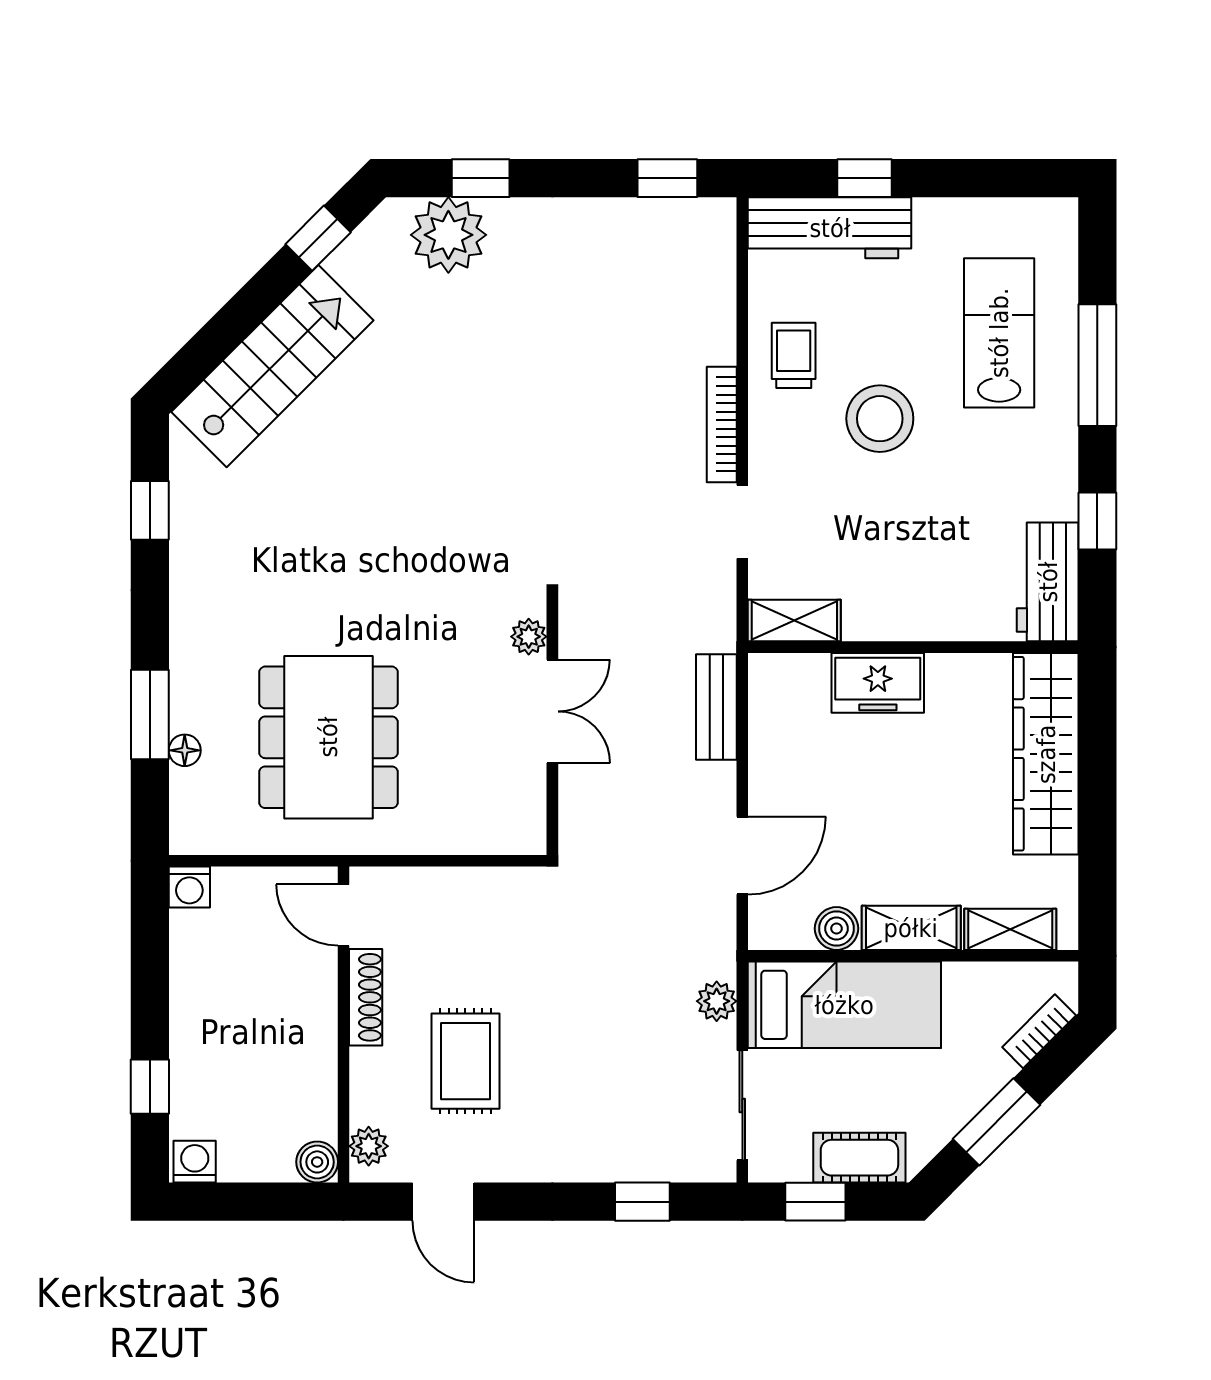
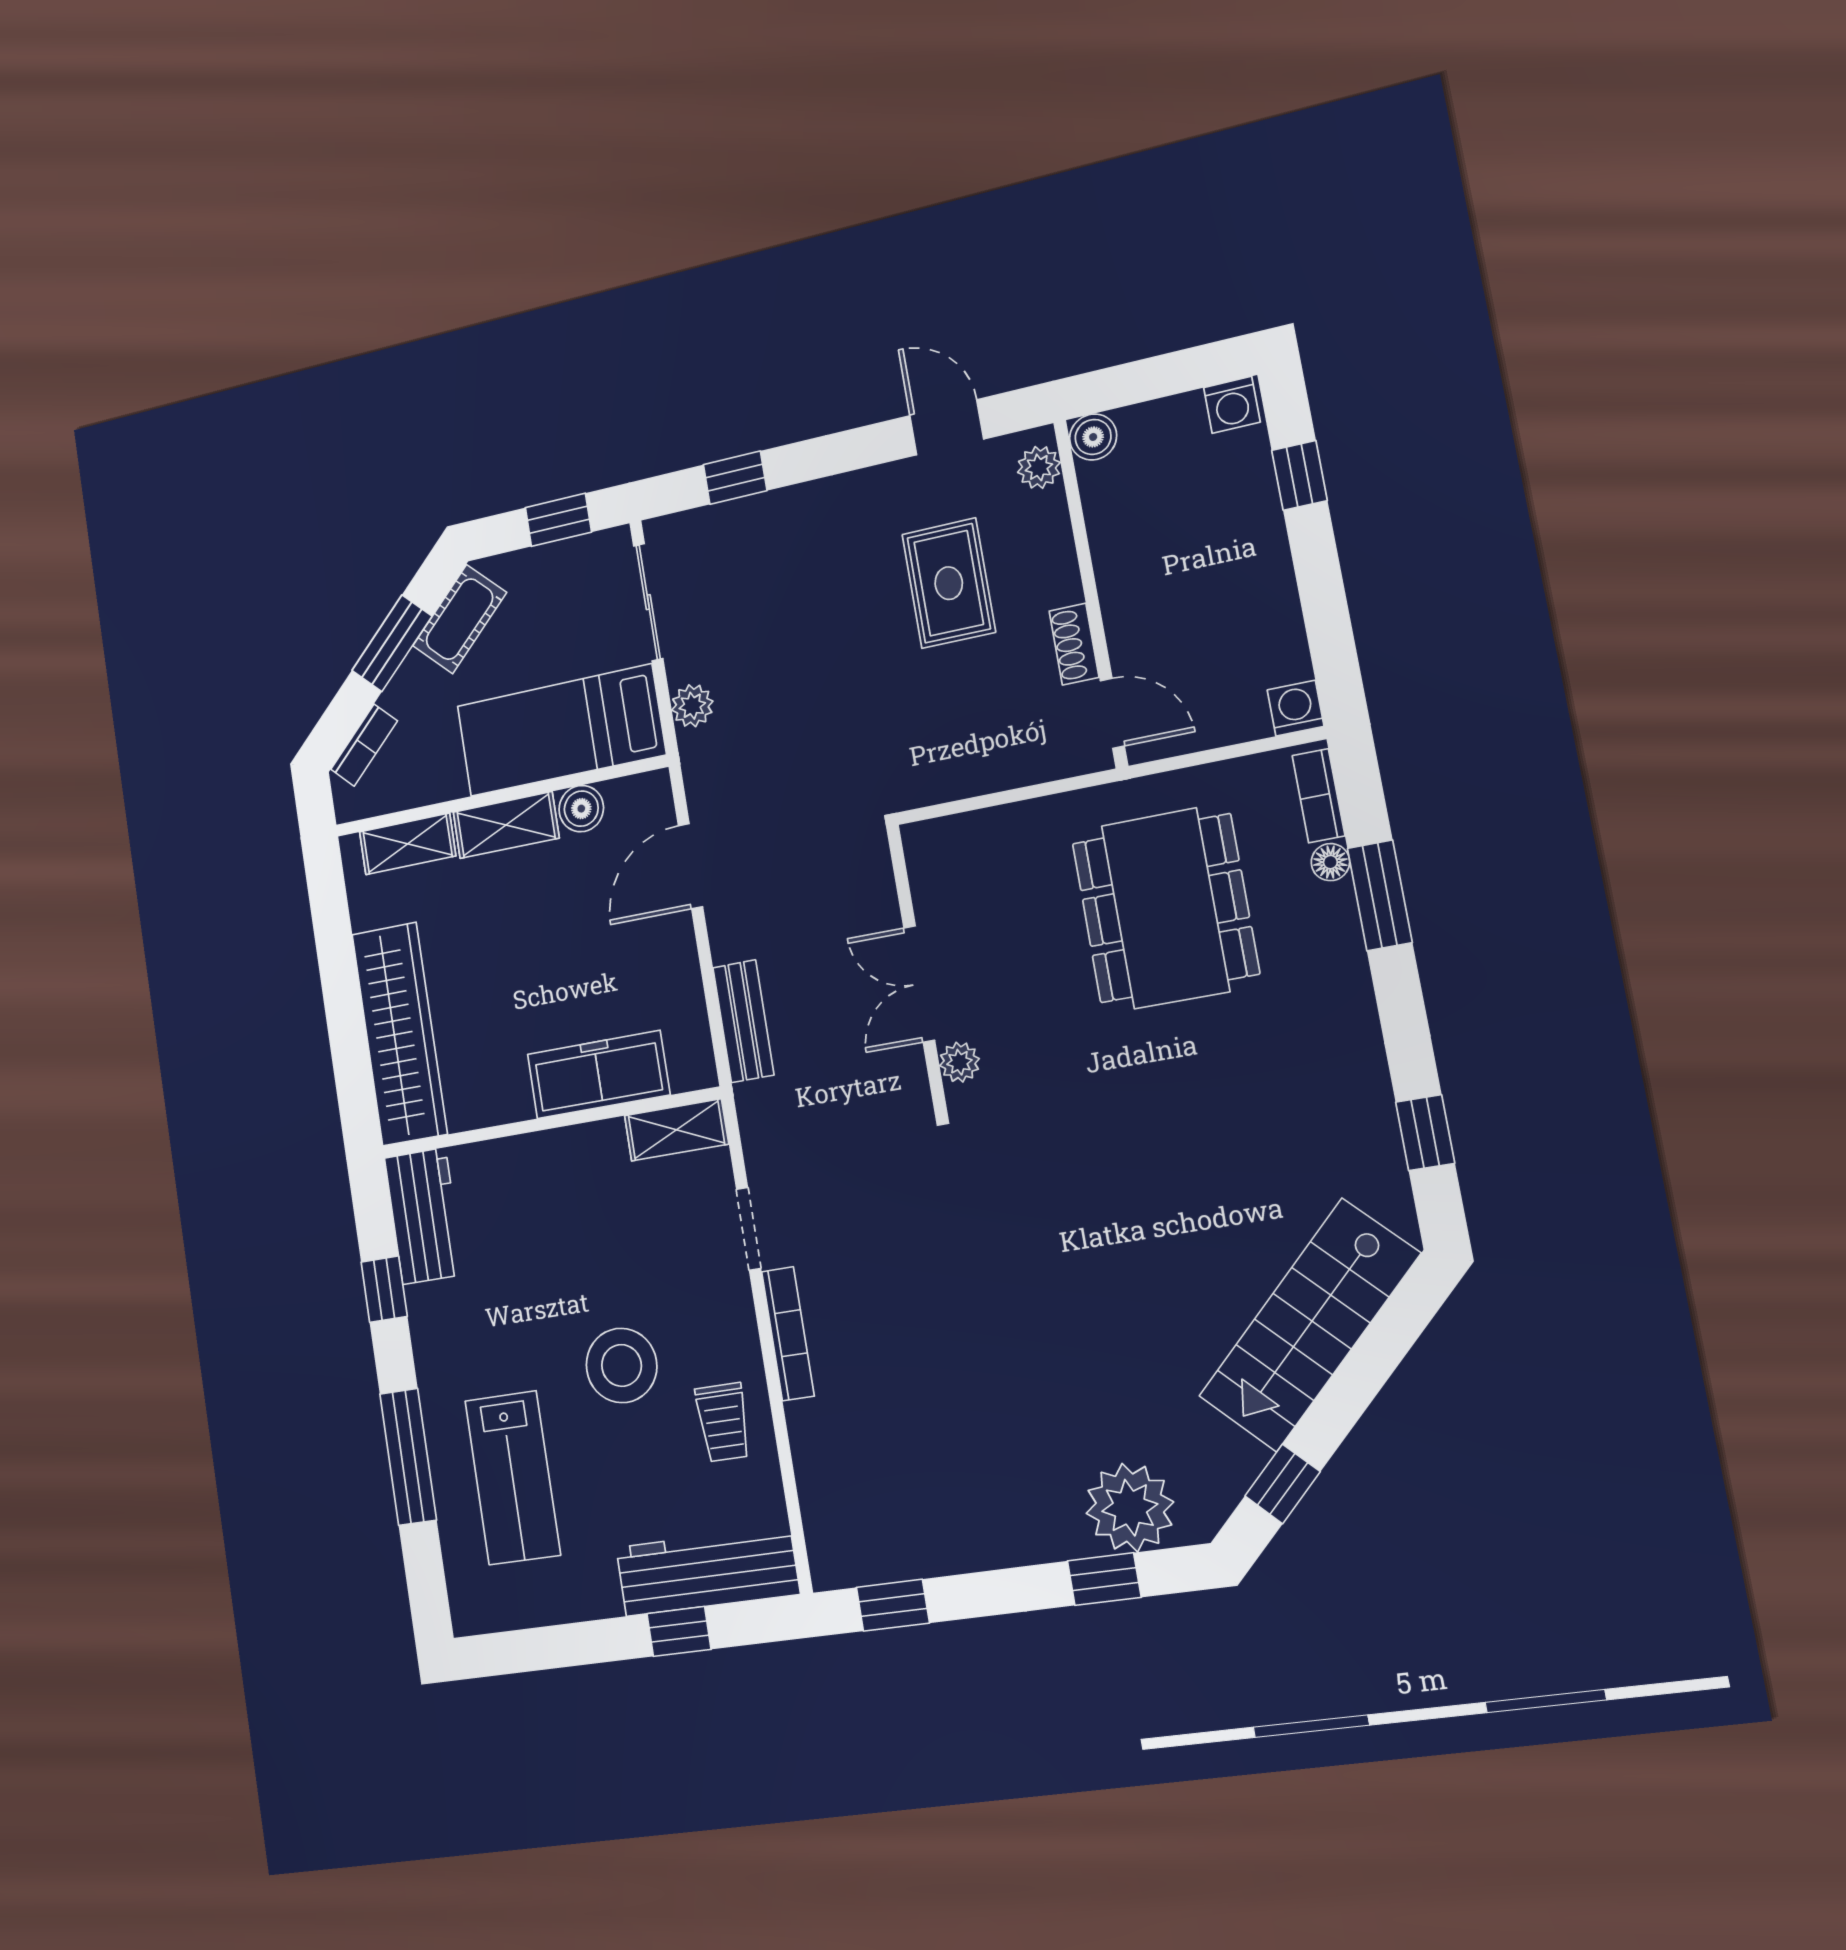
freezer: (878, 683) -> (598, 1075), width x1.40
bookcase: (184, 808) -> (1318, 796), added
shoe rack: (366, 997) -> (1074, 644), width x0.70
cot: (859, 1158) -> (460, 619), moved, turned -45

